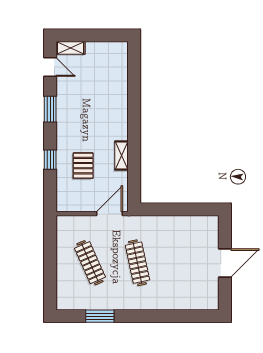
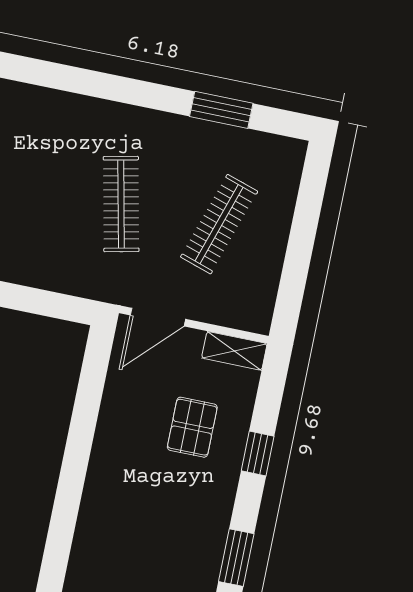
shelving: (122, 155) -> (234, 351), moved, turned 90
clothes rail: (90, 263) -> (219, 224), turned 42

